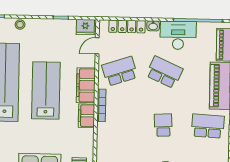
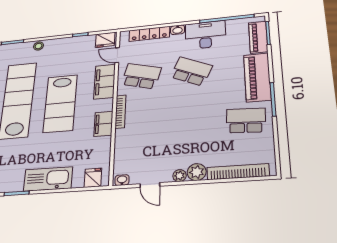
door: (97, 46) -> (117, 55), hinge flipped
school desk: (120, 71) -> (141, 76), turned 33
filing cabinet: (86, 85) -> (105, 82), moved
lab bench: (46, 90) -> (60, 103), turned 180
school desk: (163, 125) -> (192, 125), removed

